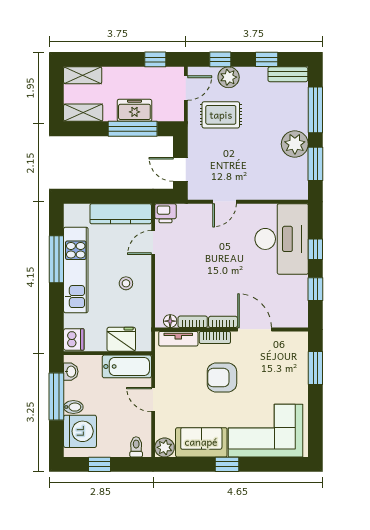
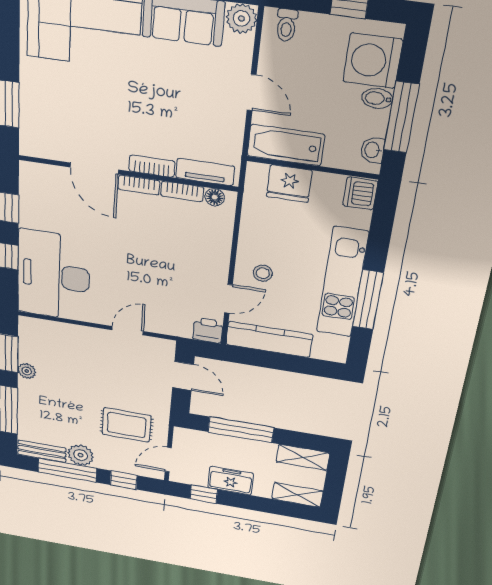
window: (267, 59) -> (67, 470), width x2.17
plant: (229, 77) -> (81, 455), moved
freezer: (134, 110) -> (231, 481), moved, turned 180
plant: (295, 144) -> (27, 371), width x0.53, depth x0.53
stool: (126, 283) -> (263, 273), moved
armchair: (222, 378) -> (145, 110), removed

